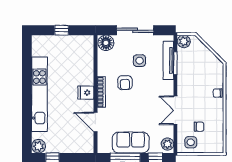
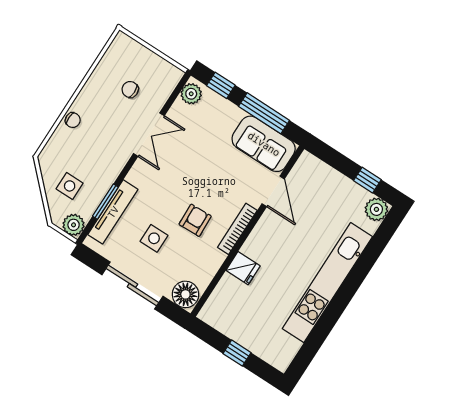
fridge: (86, 93) -> (243, 268), moved
sofa: (131, 142) -> (264, 144), moved
side table: (191, 142) -> (70, 186), moved

